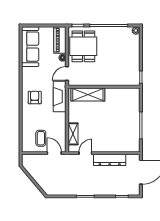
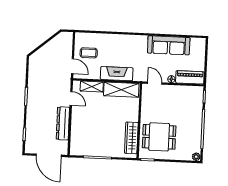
dining table: (83, 46) -> (159, 137), moved
sofa: (30, 47) -> (169, 45), moved
shelving: (88, 94) -> (121, 90), moved, turned 90
wardrobe: (121, 94) -> (131, 138), added
armchair: (35, 97) -> (131, 48), removed
fireplace: (60, 97) -> (117, 74), moved
door: (54, 153) -> (73, 66), hinge flipped

